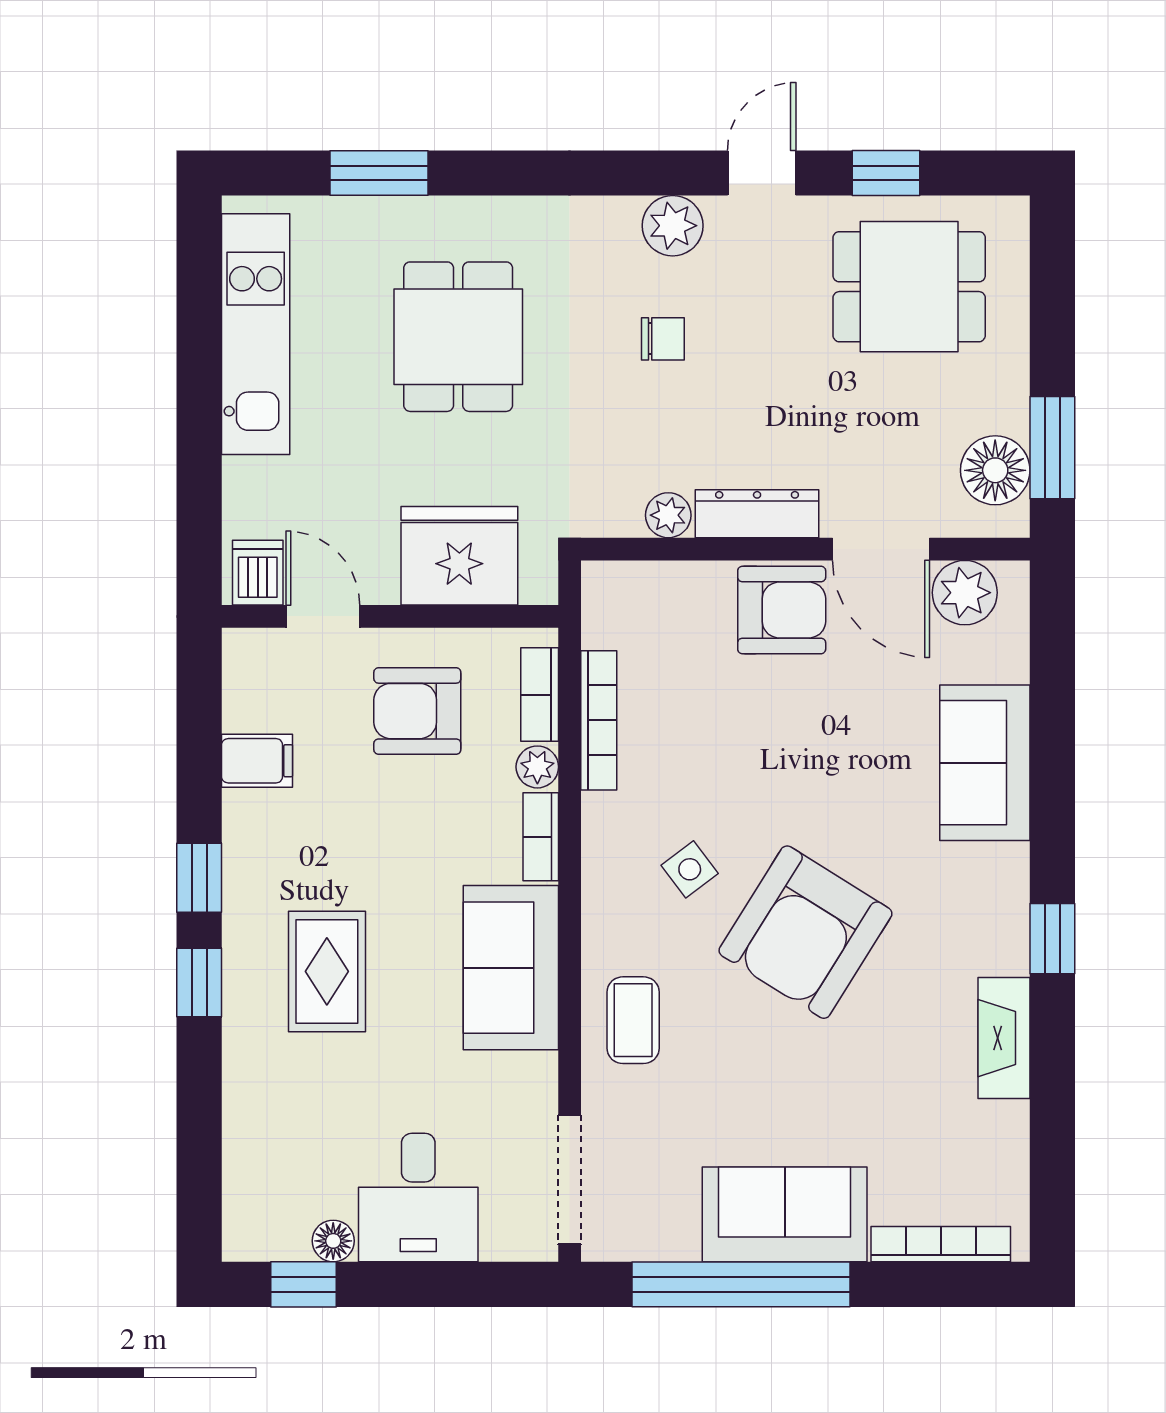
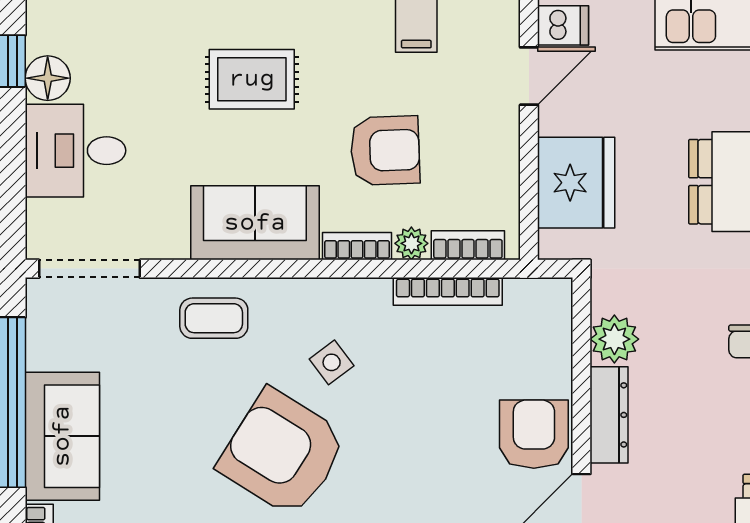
plant: (668, 515) -> (614, 339), width x1.38, depth x1.38
armchair: (782, 610) -> (534, 434), turned 180
armchair: (417, 711) -> (385, 150), moved, turned 88
floor lamp: (333, 1241) -> (48, 78), width x1.37, depth x1.37

